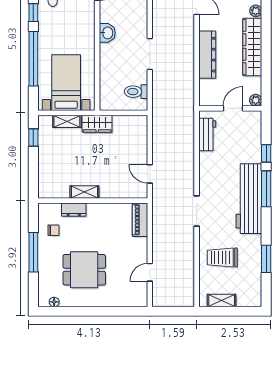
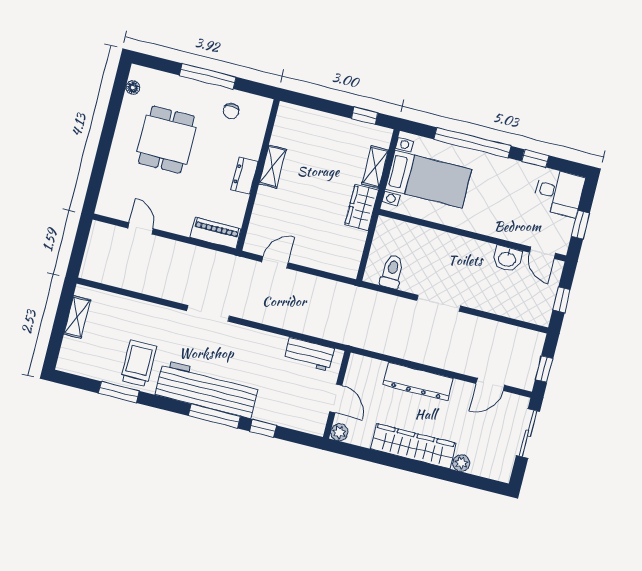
washbasin: (107, 33) -> (507, 259), moved
dresser: (74, 210) -> (245, 176), moved
trolley: (222, 257) -> (138, 363), moved

